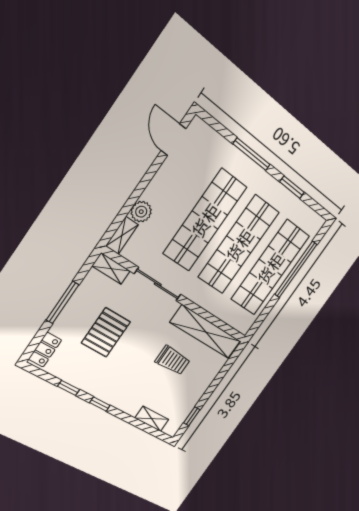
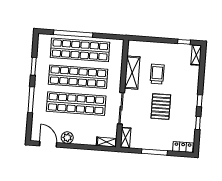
door: (173, 140) -> (48, 144), swing flipped
plant: (141, 212) -> (67, 138), moved
pallet: (106, 332) -> (161, 107), moved, turned 90
shelving: (206, 332) -> (132, 73), width x0.68
shelving: (152, 419) -> (196, 55), moved

